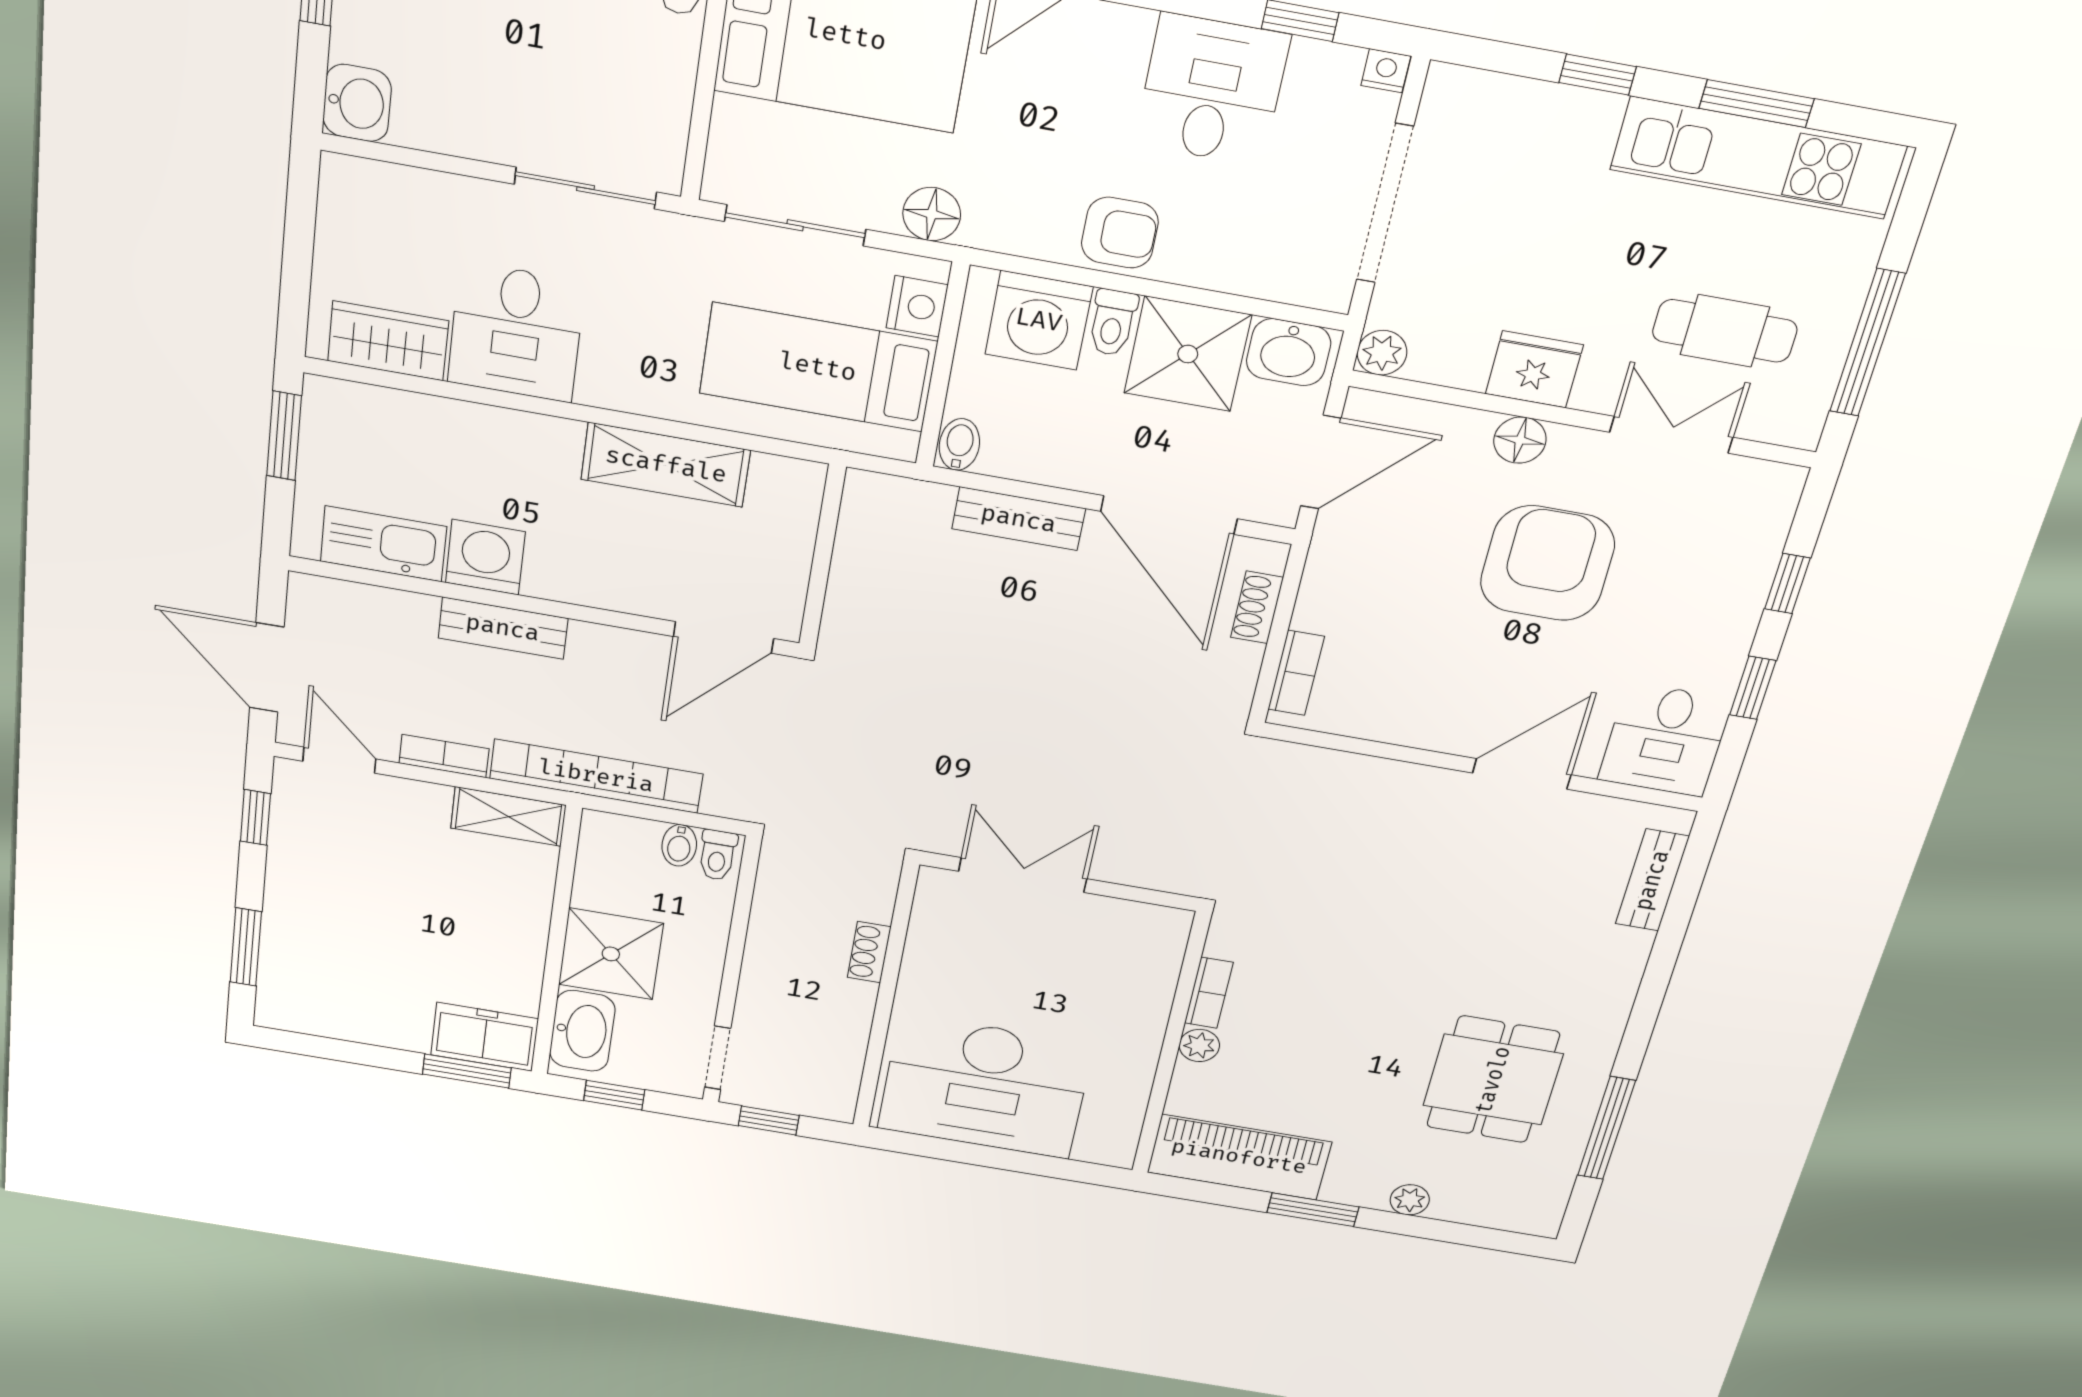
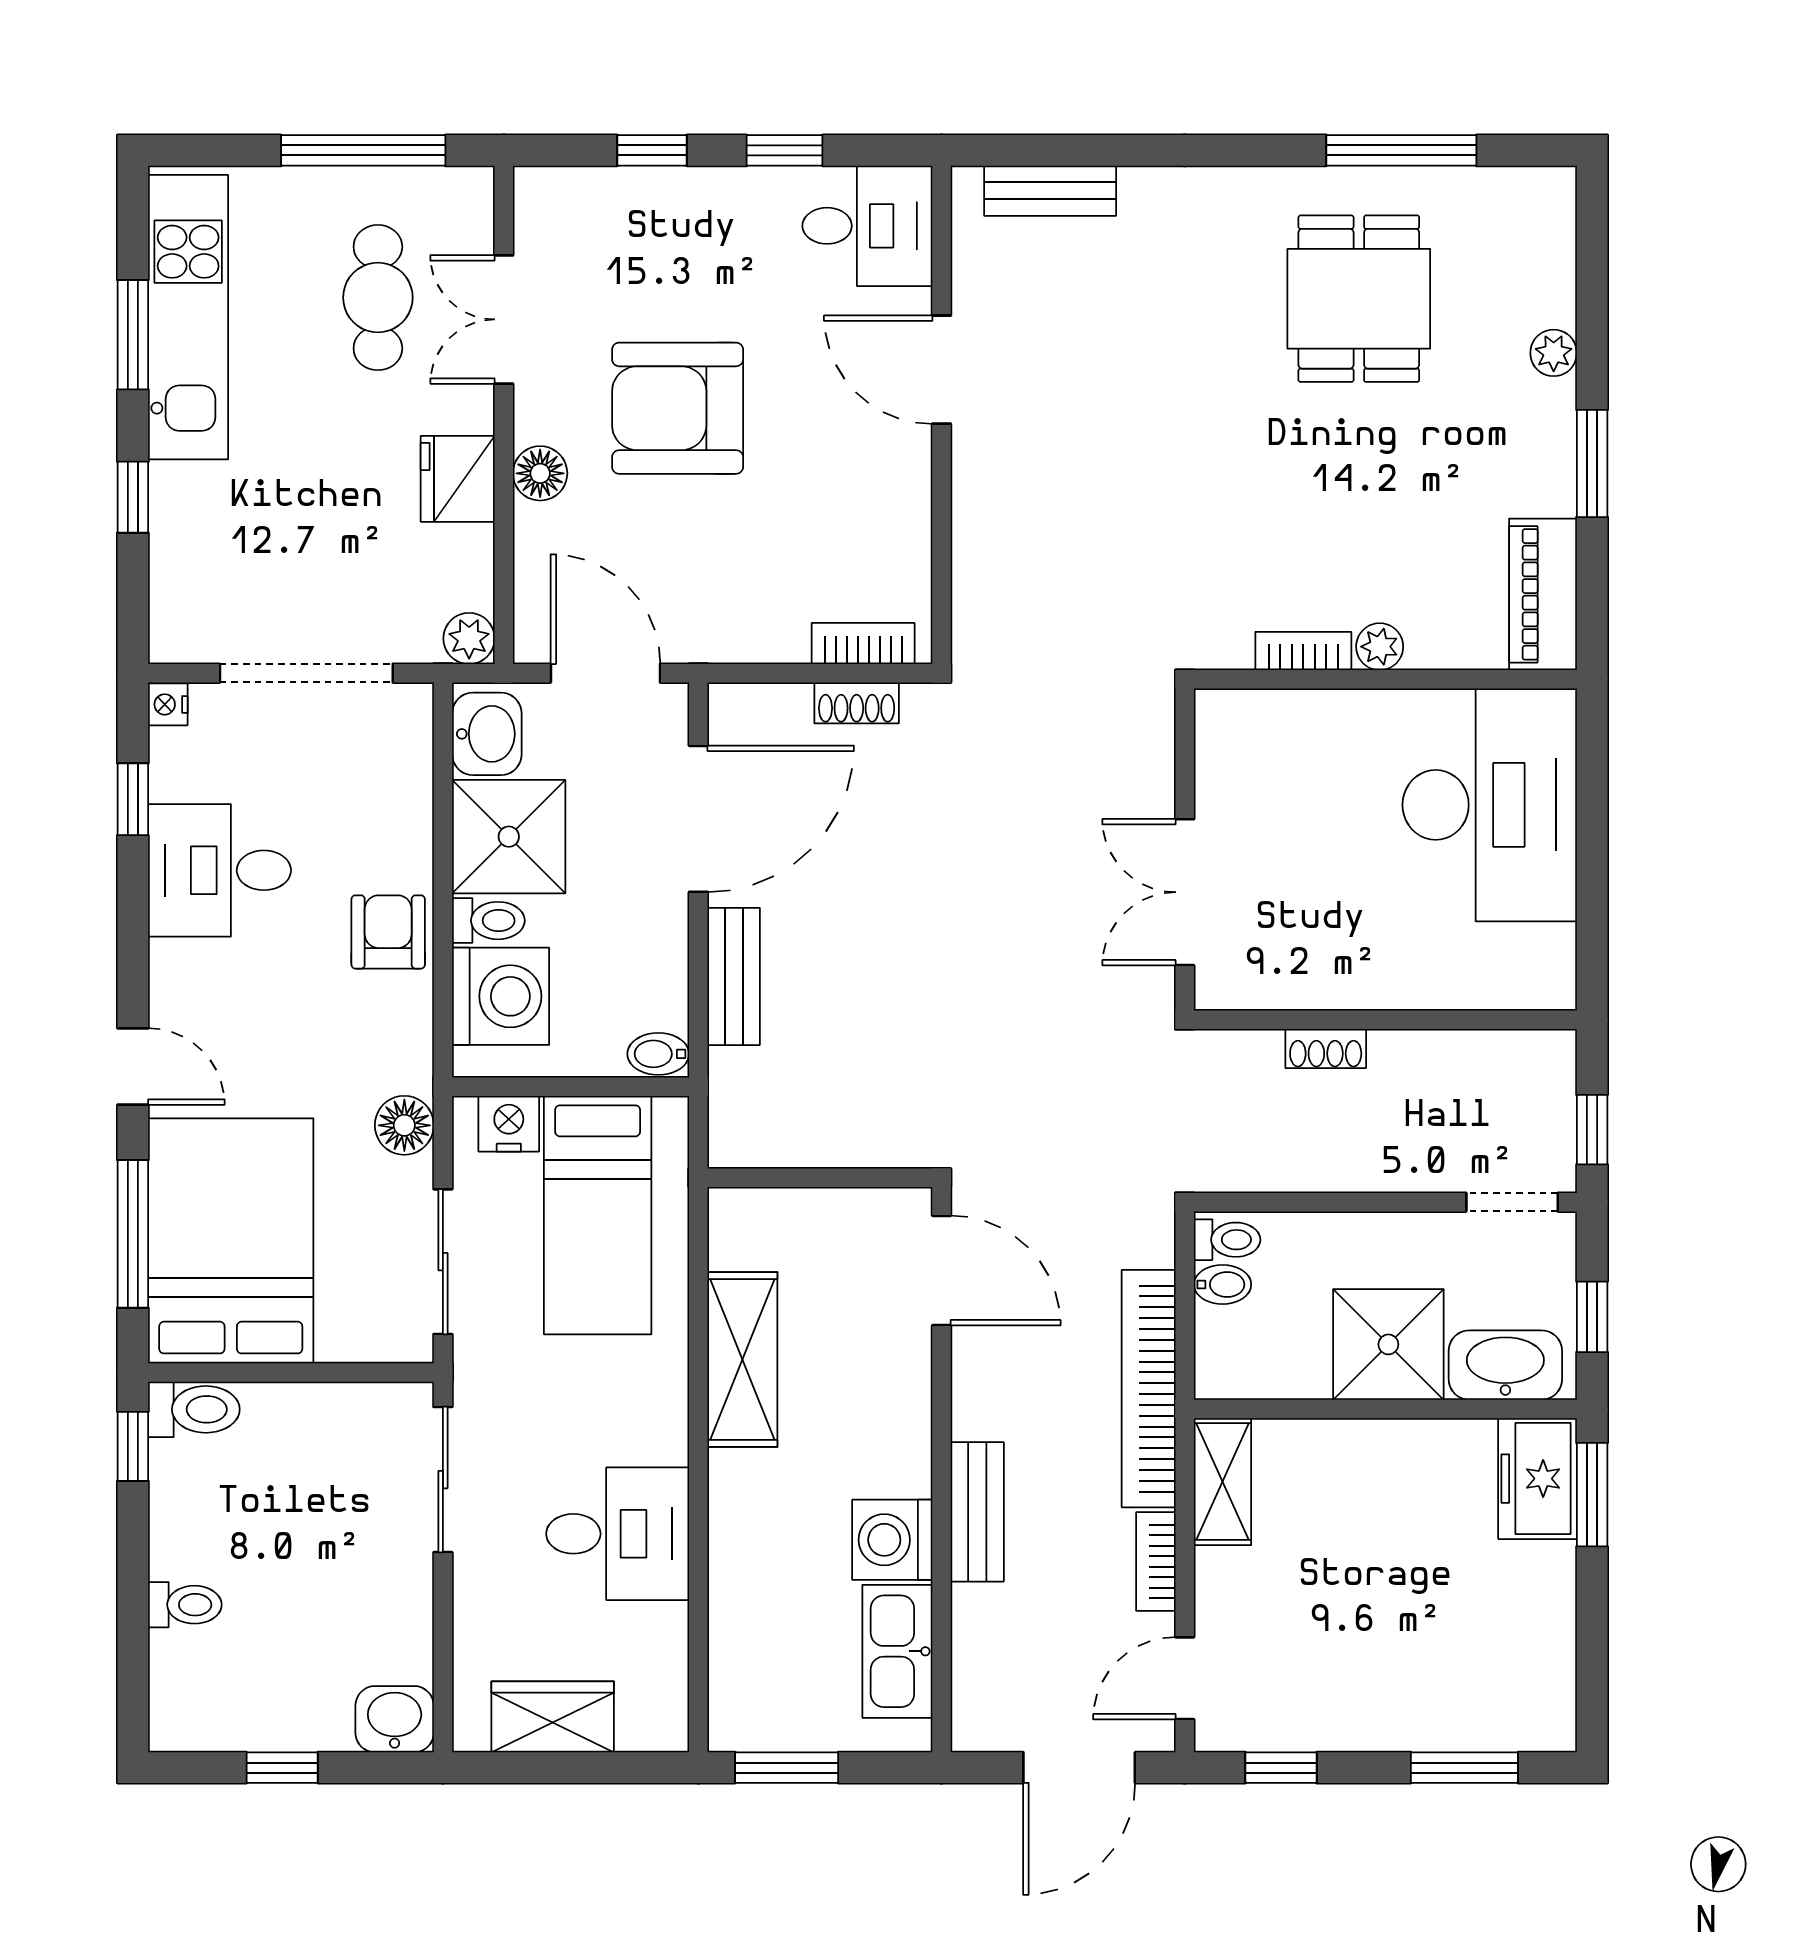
wardrobe: (388, 341) -> (553, 1717), moved, turned 90
shoe rack: (1257, 607) -> (857, 703), moved
dining table: (1493, 1080) -> (1359, 299), turned 90
desk: (985, 1086) -> (1490, 805), moved
piano: (1239, 1157) -> (1543, 594), width x0.73, depth x0.75

